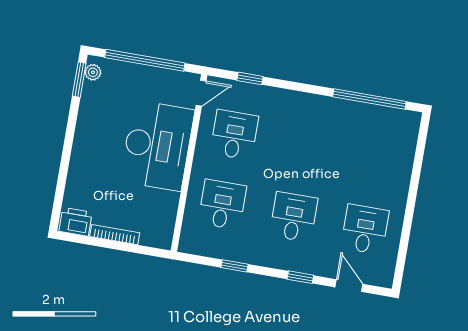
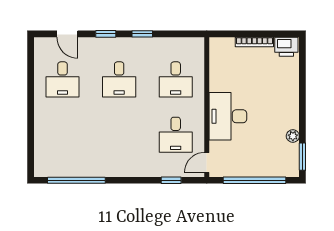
plant: (93, 72) -> (293, 136), moved
desk: (157, 146) -> (228, 116), width x0.73, depth x0.77
window: (235, 266) -> (142, 34), moved

